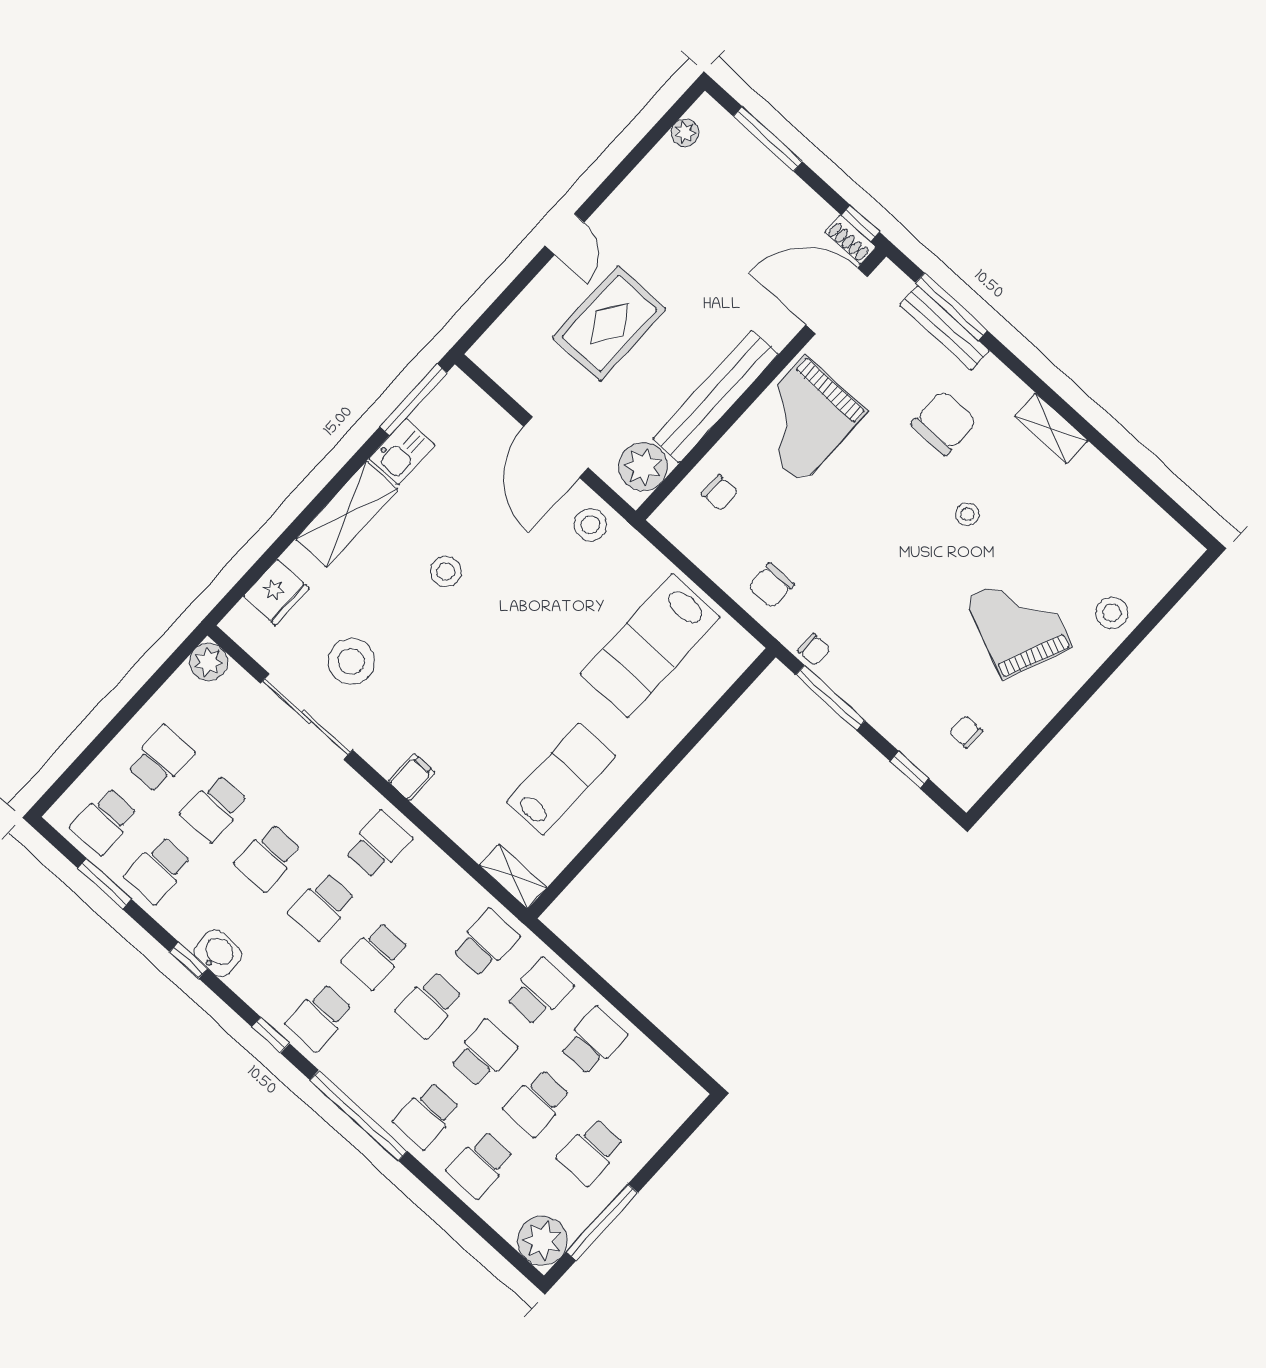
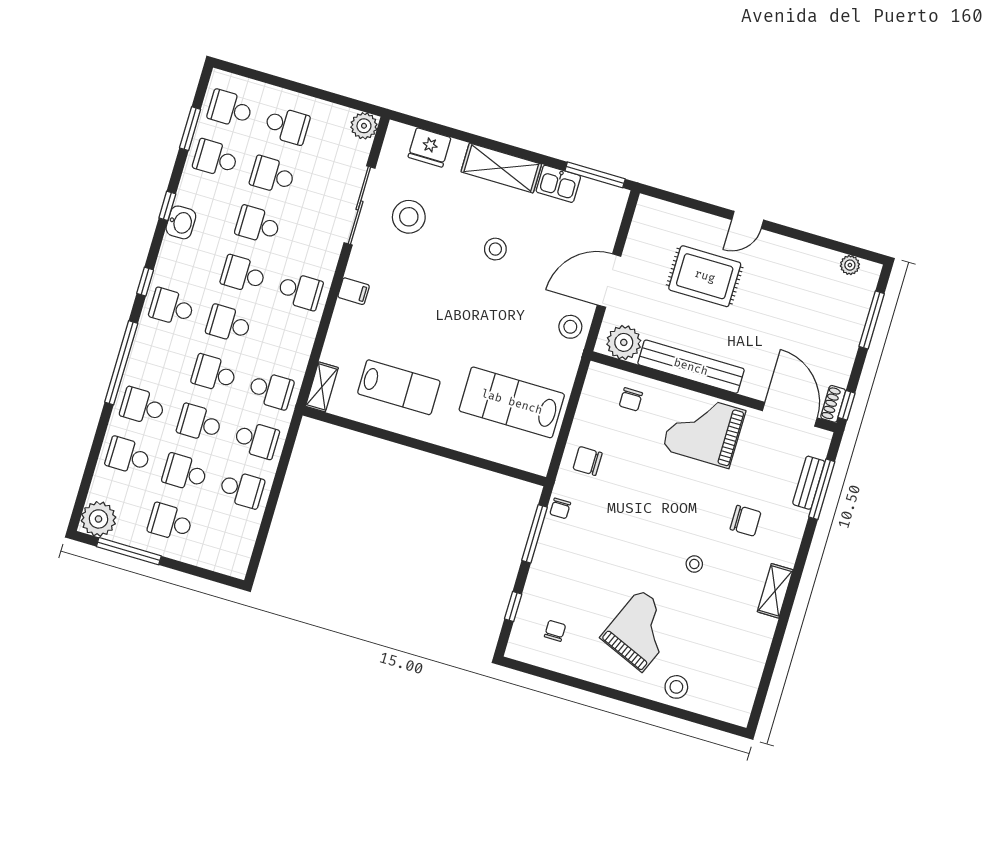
bench: (945, 328) -> (809, 483), width x0.73
chair: (944, 423) -> (745, 521), width x0.73, depth x0.73
school desk: (483, 1054) -> (199, 423), turned 180

